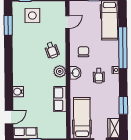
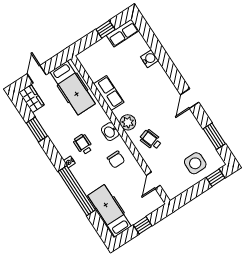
water cooler: (18, 92) -> (149, 59), moved
door: (9, 117) -> (190, 99), moved

